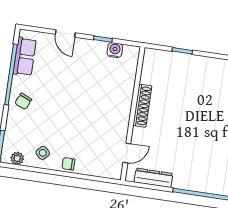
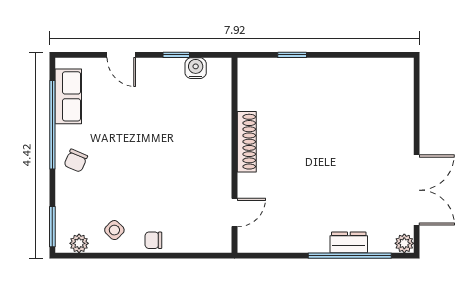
dresser: (153, 178) -> (349, 242), moved, width x0.70

